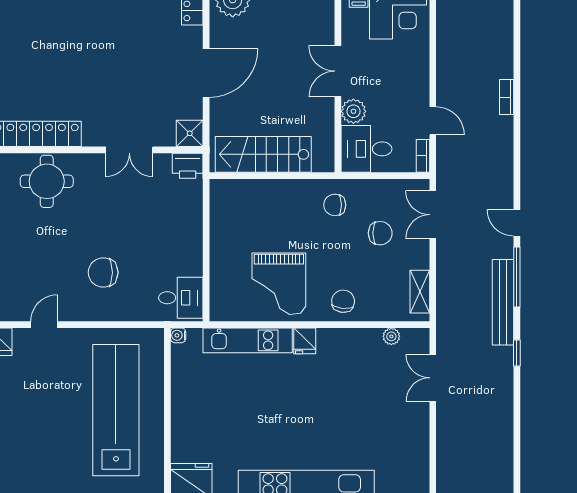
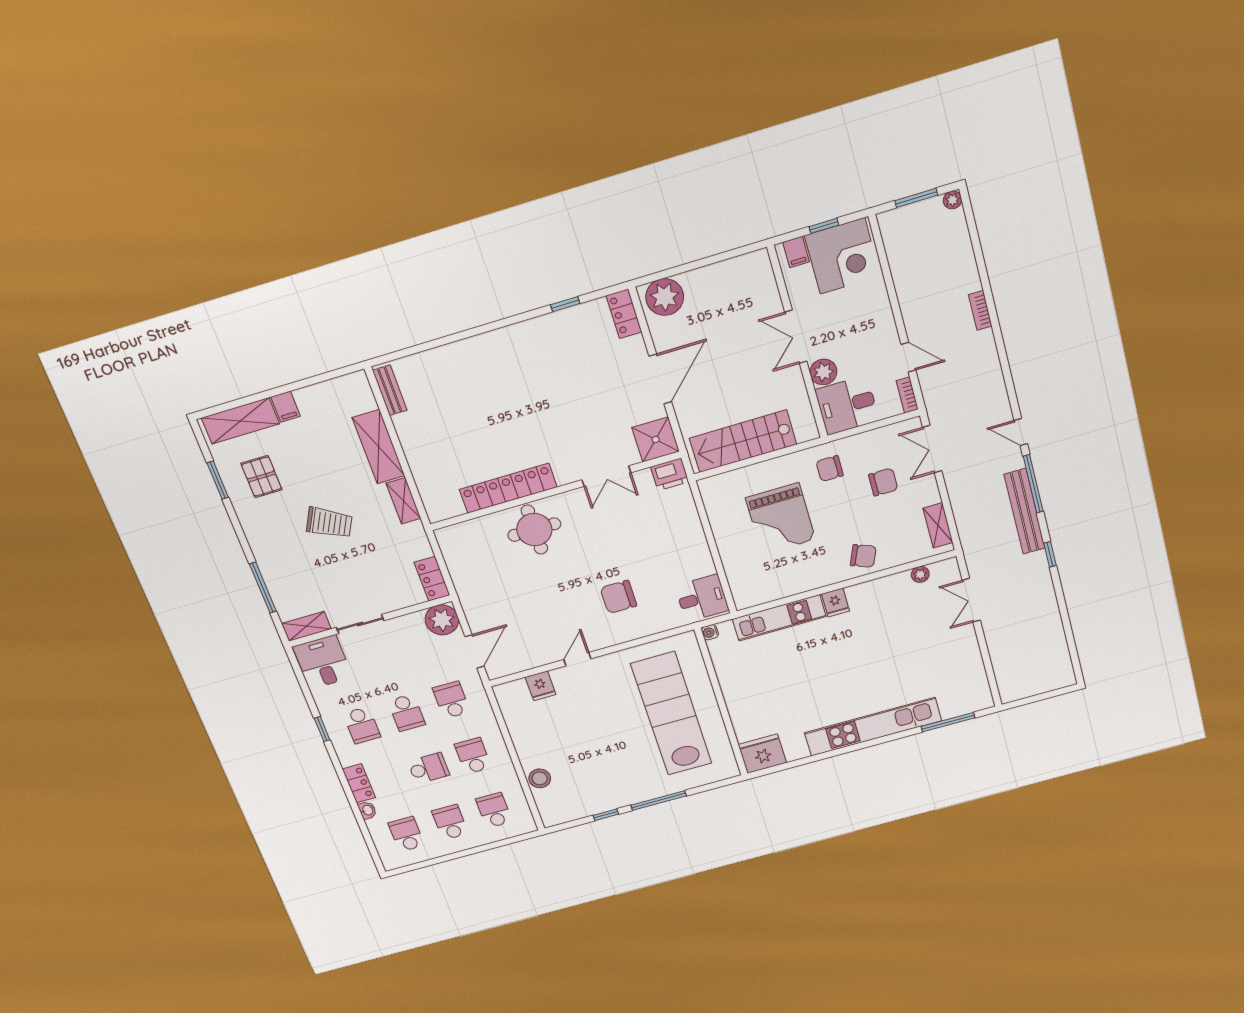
shower: (190, 133) -> (656, 439), width x1.36, depth x1.36
grand piano: (279, 284) -> (781, 519), moved
chair: (343, 301) -> (863, 556), turned 105

